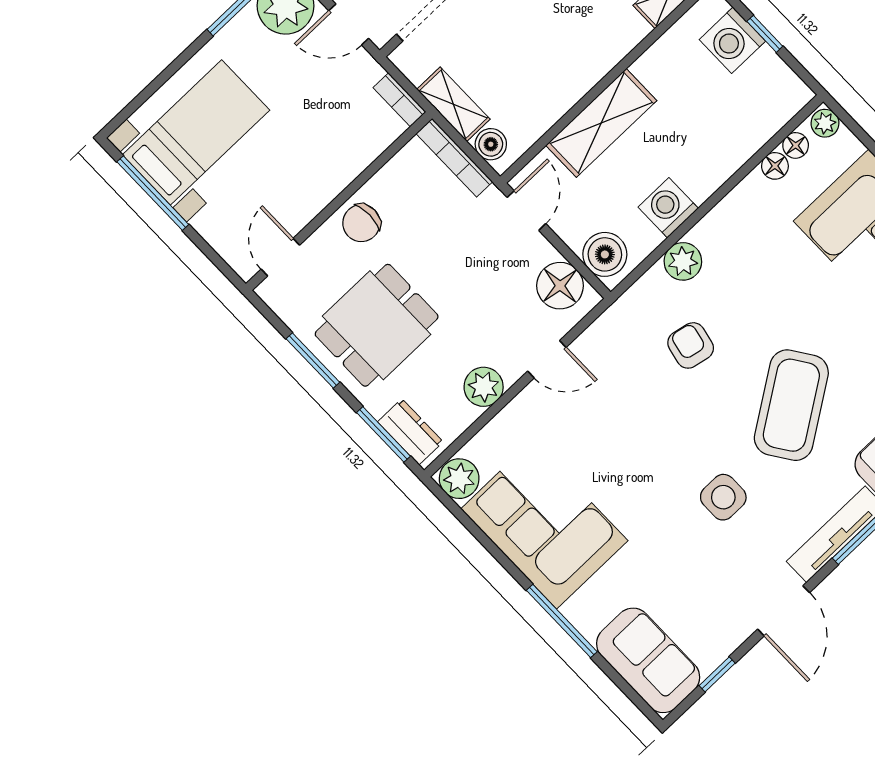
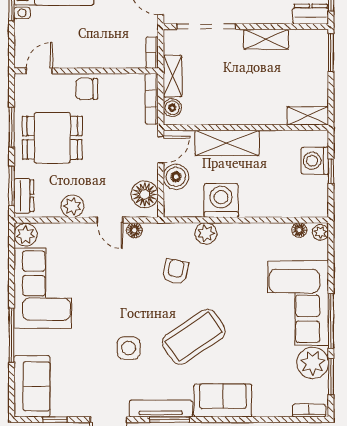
floor lamp: (775, 166) -> (134, 230), moved
washing machine: (668, 208) -> (221, 201), width x1.37, depth x1.37
boiler: (605, 254) -> (176, 177), moved

